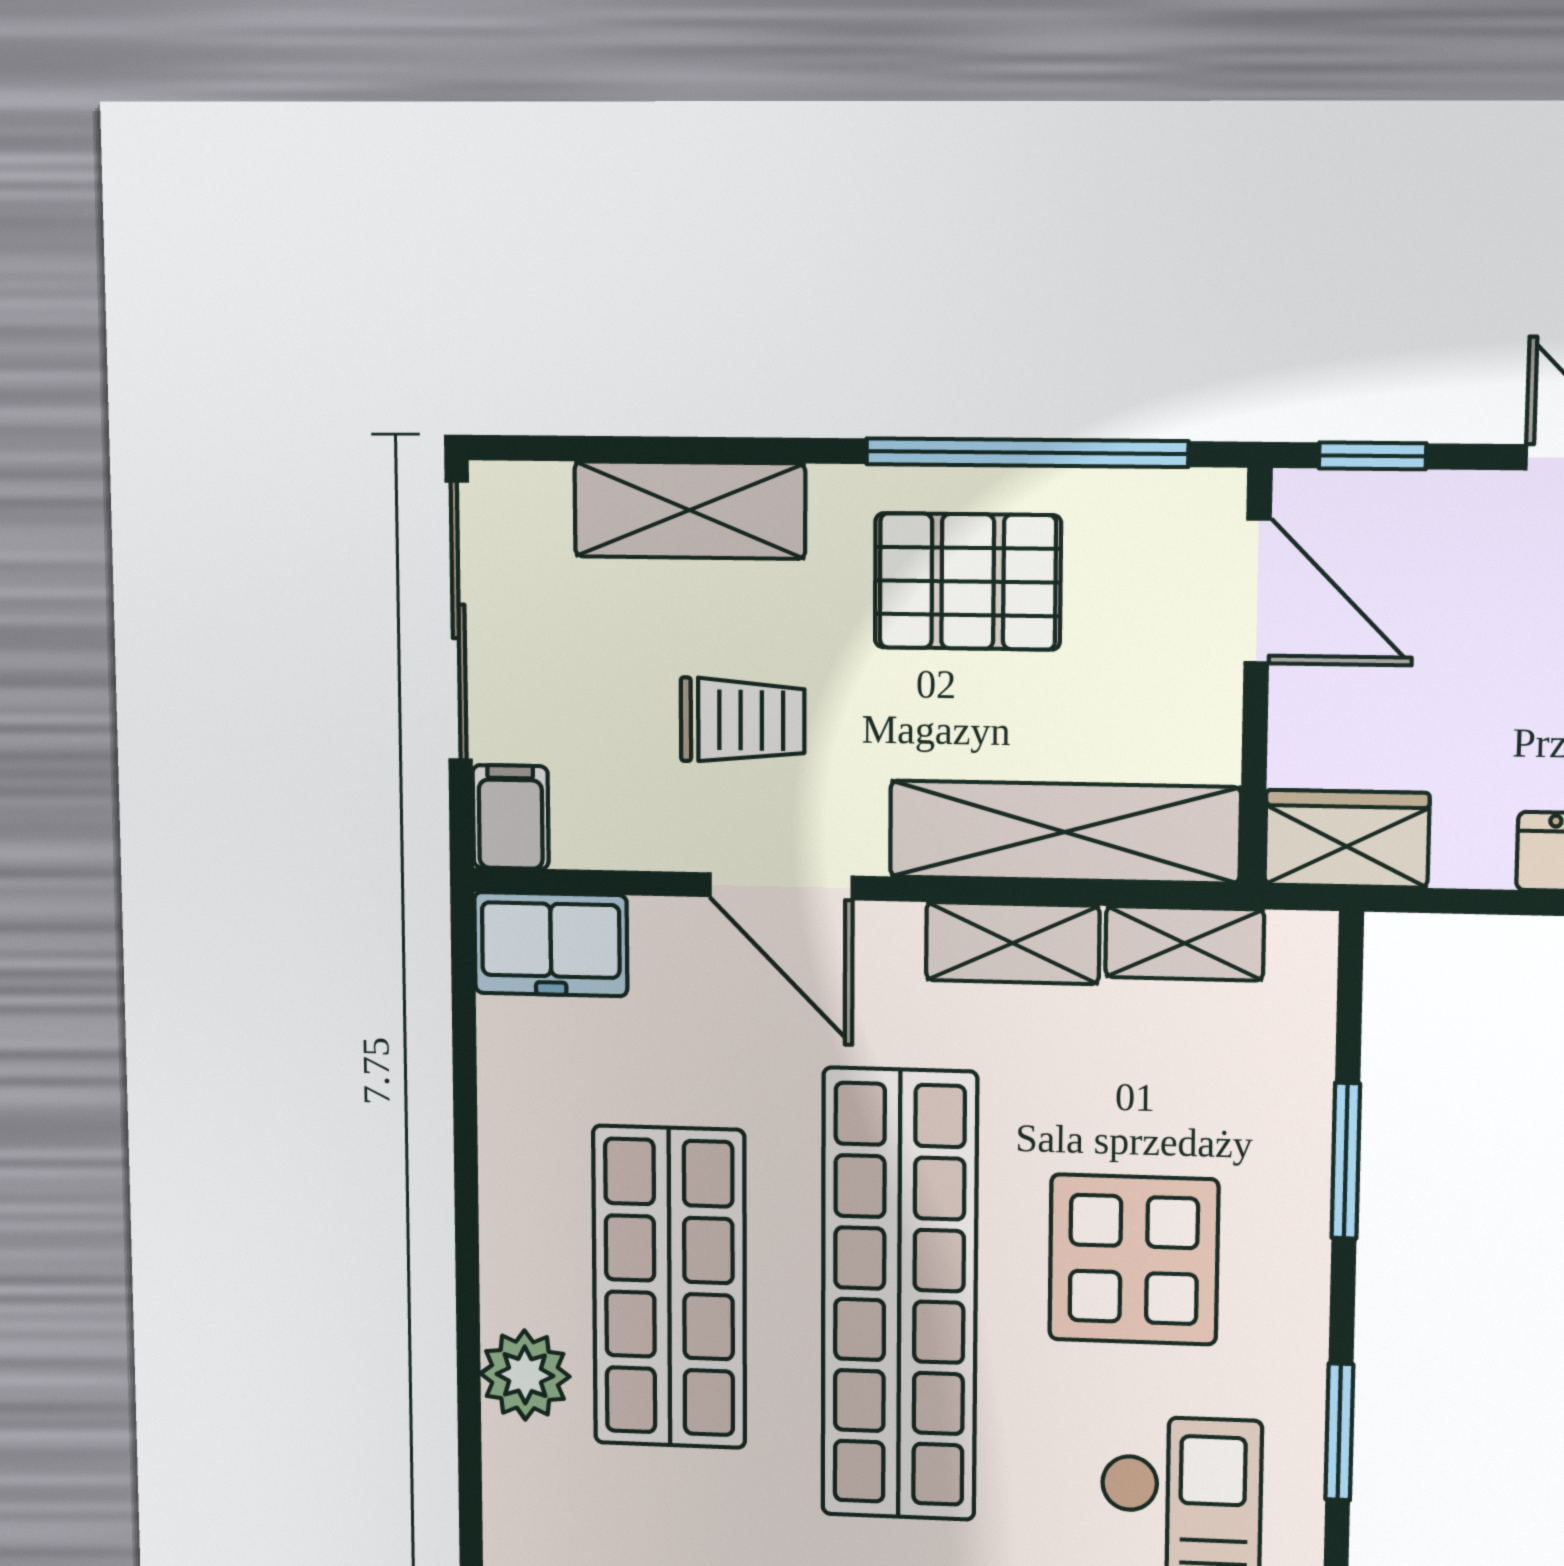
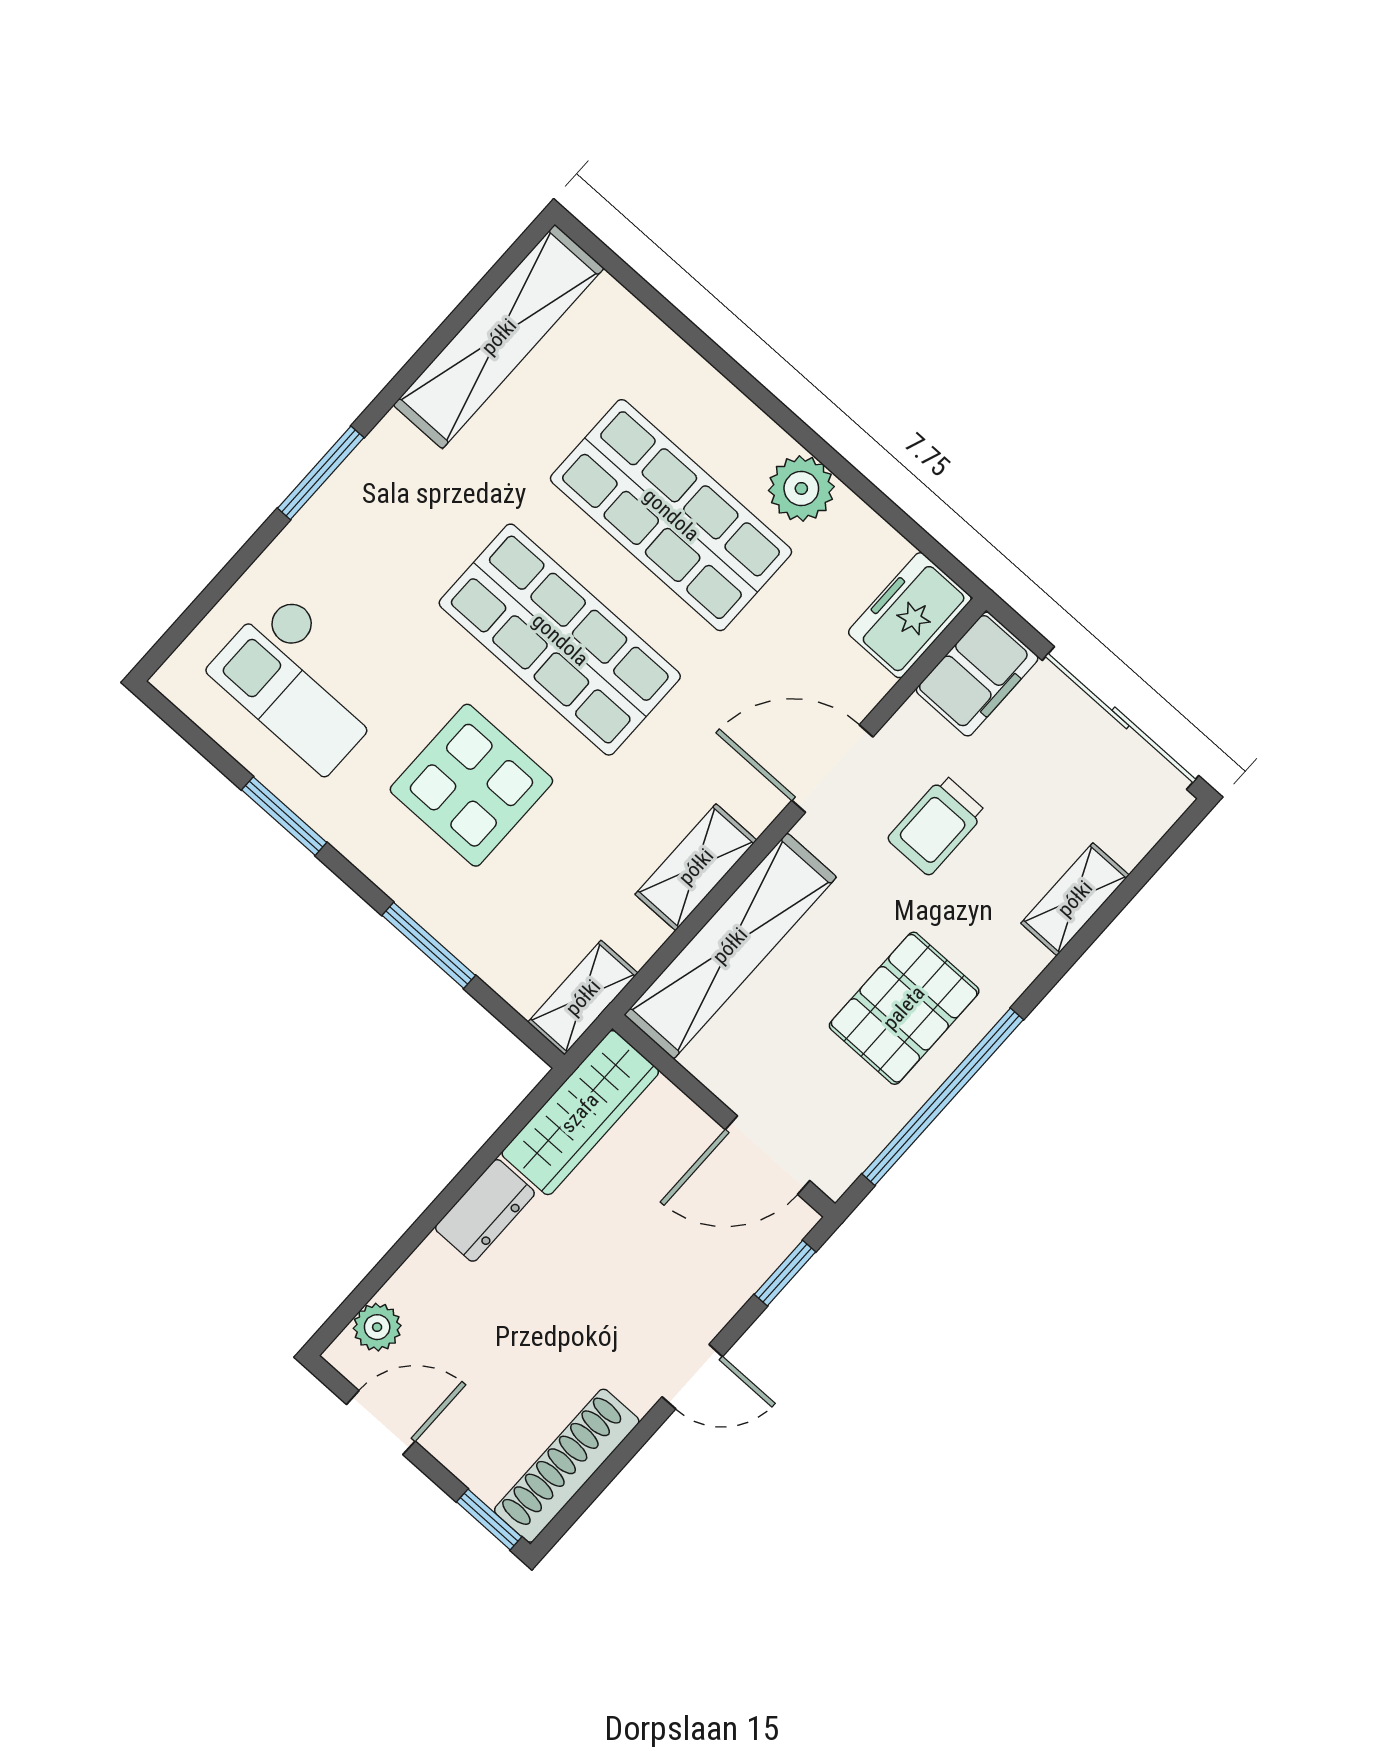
shelving: (690, 510) -> (1075, 899), width x0.67, depth x0.75
filing cabinet: (511, 817) -> (977, 674), width x2.00
wardrobe: (1347, 839) -> (580, 1113), width x1.50
shelving: (1185, 943) -> (583, 998), moved
shop shelf: (899, 1295) -> (560, 640), width x0.71
plant: (525, 1375) -> (801, 488), moved

